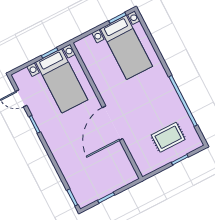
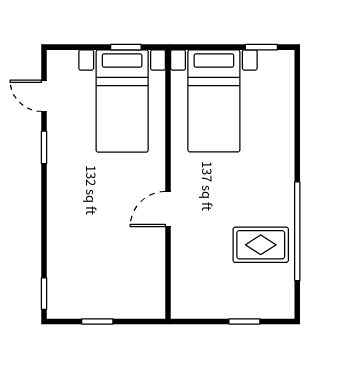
bed with nightstands: (126, 47) -> (214, 101), moved
door: (113, 123) -> (168, 209), width x0.53
rug: (168, 137) -> (261, 245), moved

